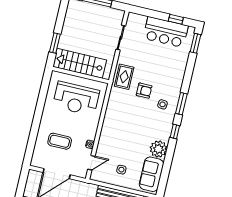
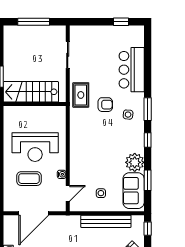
bar counter: (166, 32) -> (132, 70), moved, turned 90
window: (196, 43) -> (148, 180), moved
reception desk: (76, 99) -> (35, 147), moved

